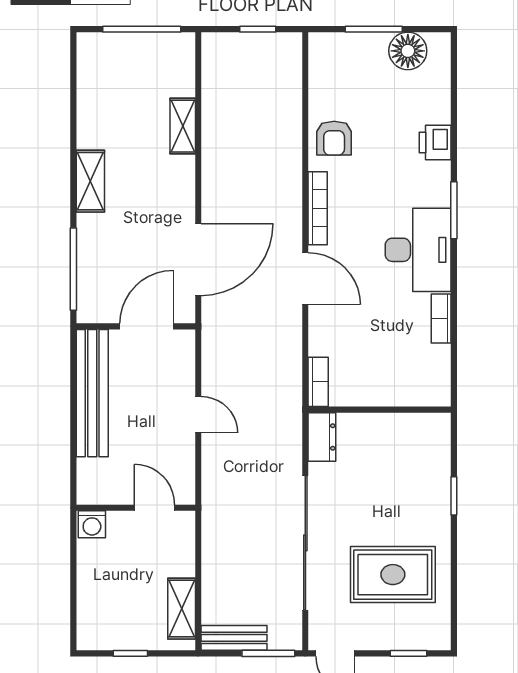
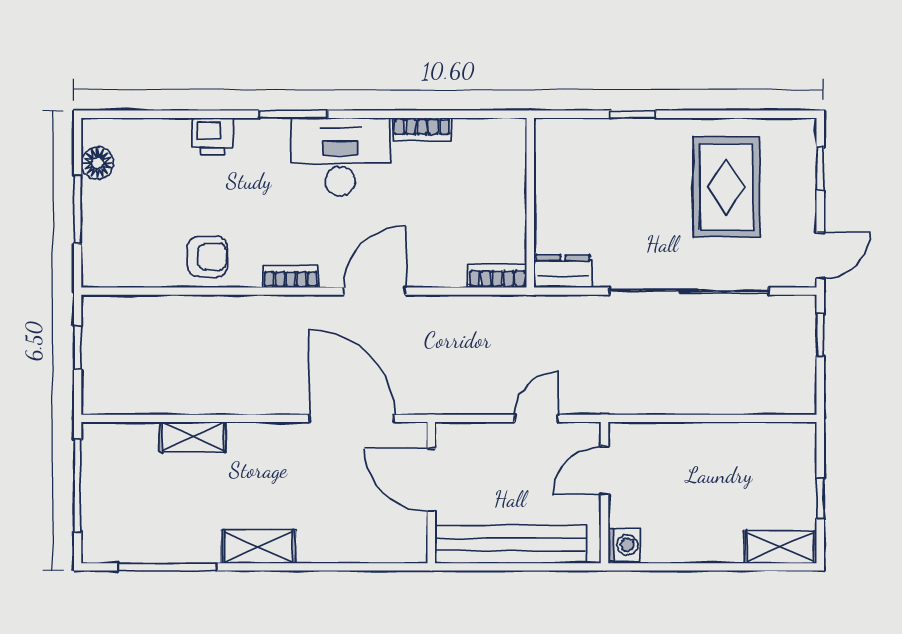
floor lamp: (408, 51) -> (97, 163), width x0.73, depth x0.73
bookcase: (318, 208) -> (291, 276), width x0.64
window: (73, 269) -> (167, 567), moved
wall: (136, 508) -> (605, 493), moved
door: (155, 508) -> (605, 470), moved
washing machine: (92, 524) -> (624, 545), moved
shelving: (182, 609) -> (780, 547), moved
bench: (234, 638) -> (802, 376), removed
window: (268, 653) -> (820, 335), width x0.67

